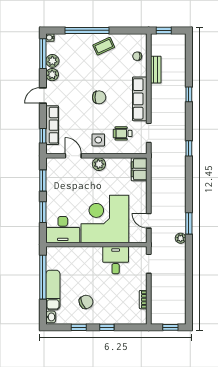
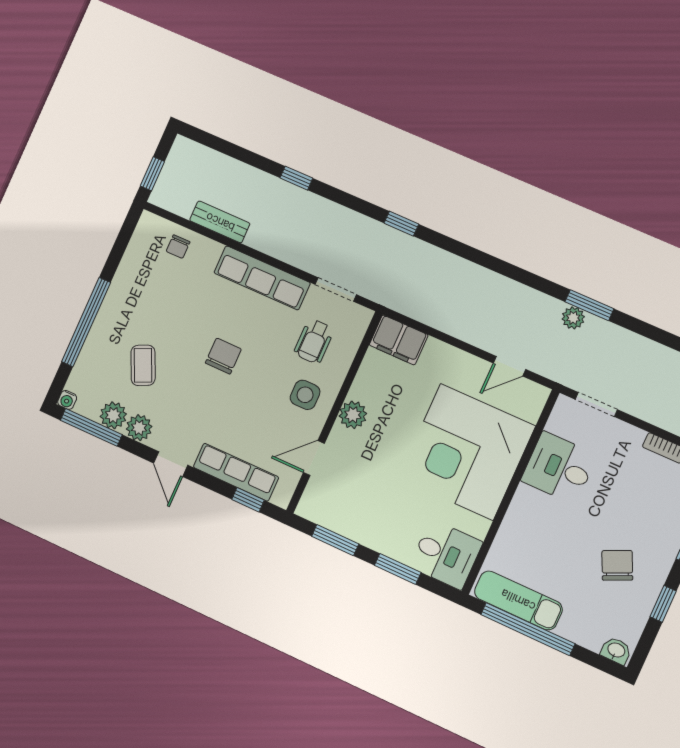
coffee table: (104, 46) -> (143, 365), moved
window: (189, 223) -> (589, 305), moved
desk: (63, 230) -> (446, 554), width x0.73
exam couch: (53, 290) -> (518, 600), moved

